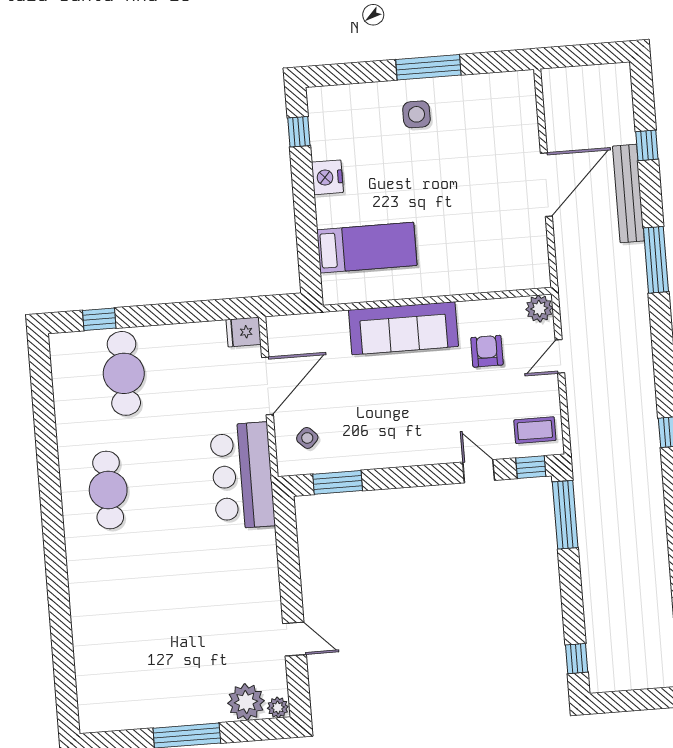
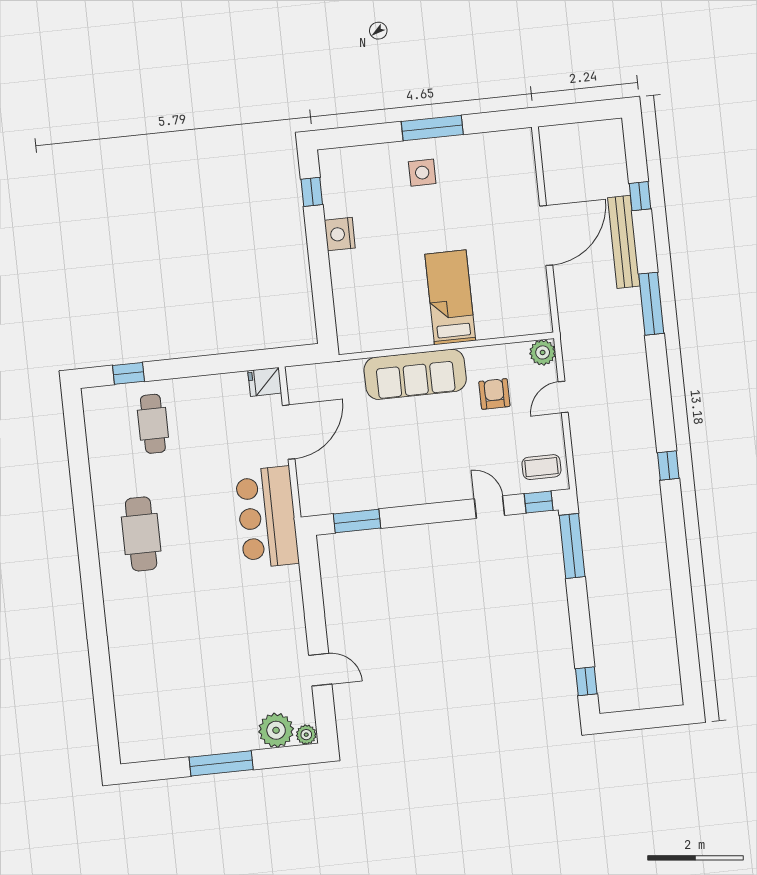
bed: (367, 248) -> (450, 297), moved, turned -90
cafe table: (124, 373) -> (153, 424), width x0.73, depth x0.74
side table: (307, 438) -> (327, 480), removed

